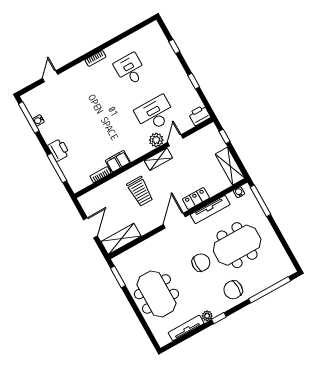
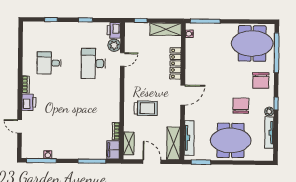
plant: (156, 140) -> (114, 45), moved
door: (175, 140) -> (122, 59), swing flipped
printer: (59, 150) -> (29, 102), moved, turned 90
shelving: (158, 159) -> (129, 143), moved
filing cabinet: (118, 161) -> (113, 150), moved
locker: (196, 199) -> (175, 63), width x1.53
tv unit: (210, 210) -> (189, 138), moved
door: (174, 221) -> (183, 95), swing flipped
meeting table: (237, 245) -> (252, 43), moved, turned 90
chair: (201, 263) -> (241, 106), moved

